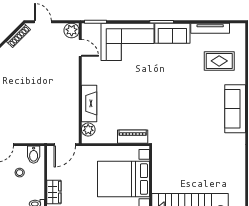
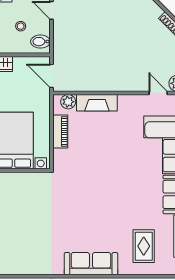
door: (80, 48) -> (158, 93), swing flipped
piano: (133, 137) -> (60, 132), moved

